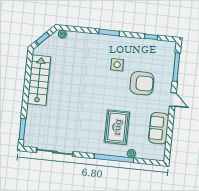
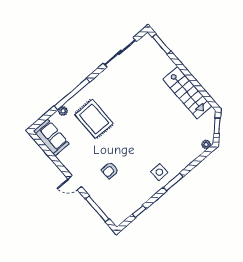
side table: (117, 65) -> (159, 172), moved
armchair: (142, 83) -> (110, 170), width x0.53, depth x0.53
sofa: (159, 128) -> (51, 138), moved

